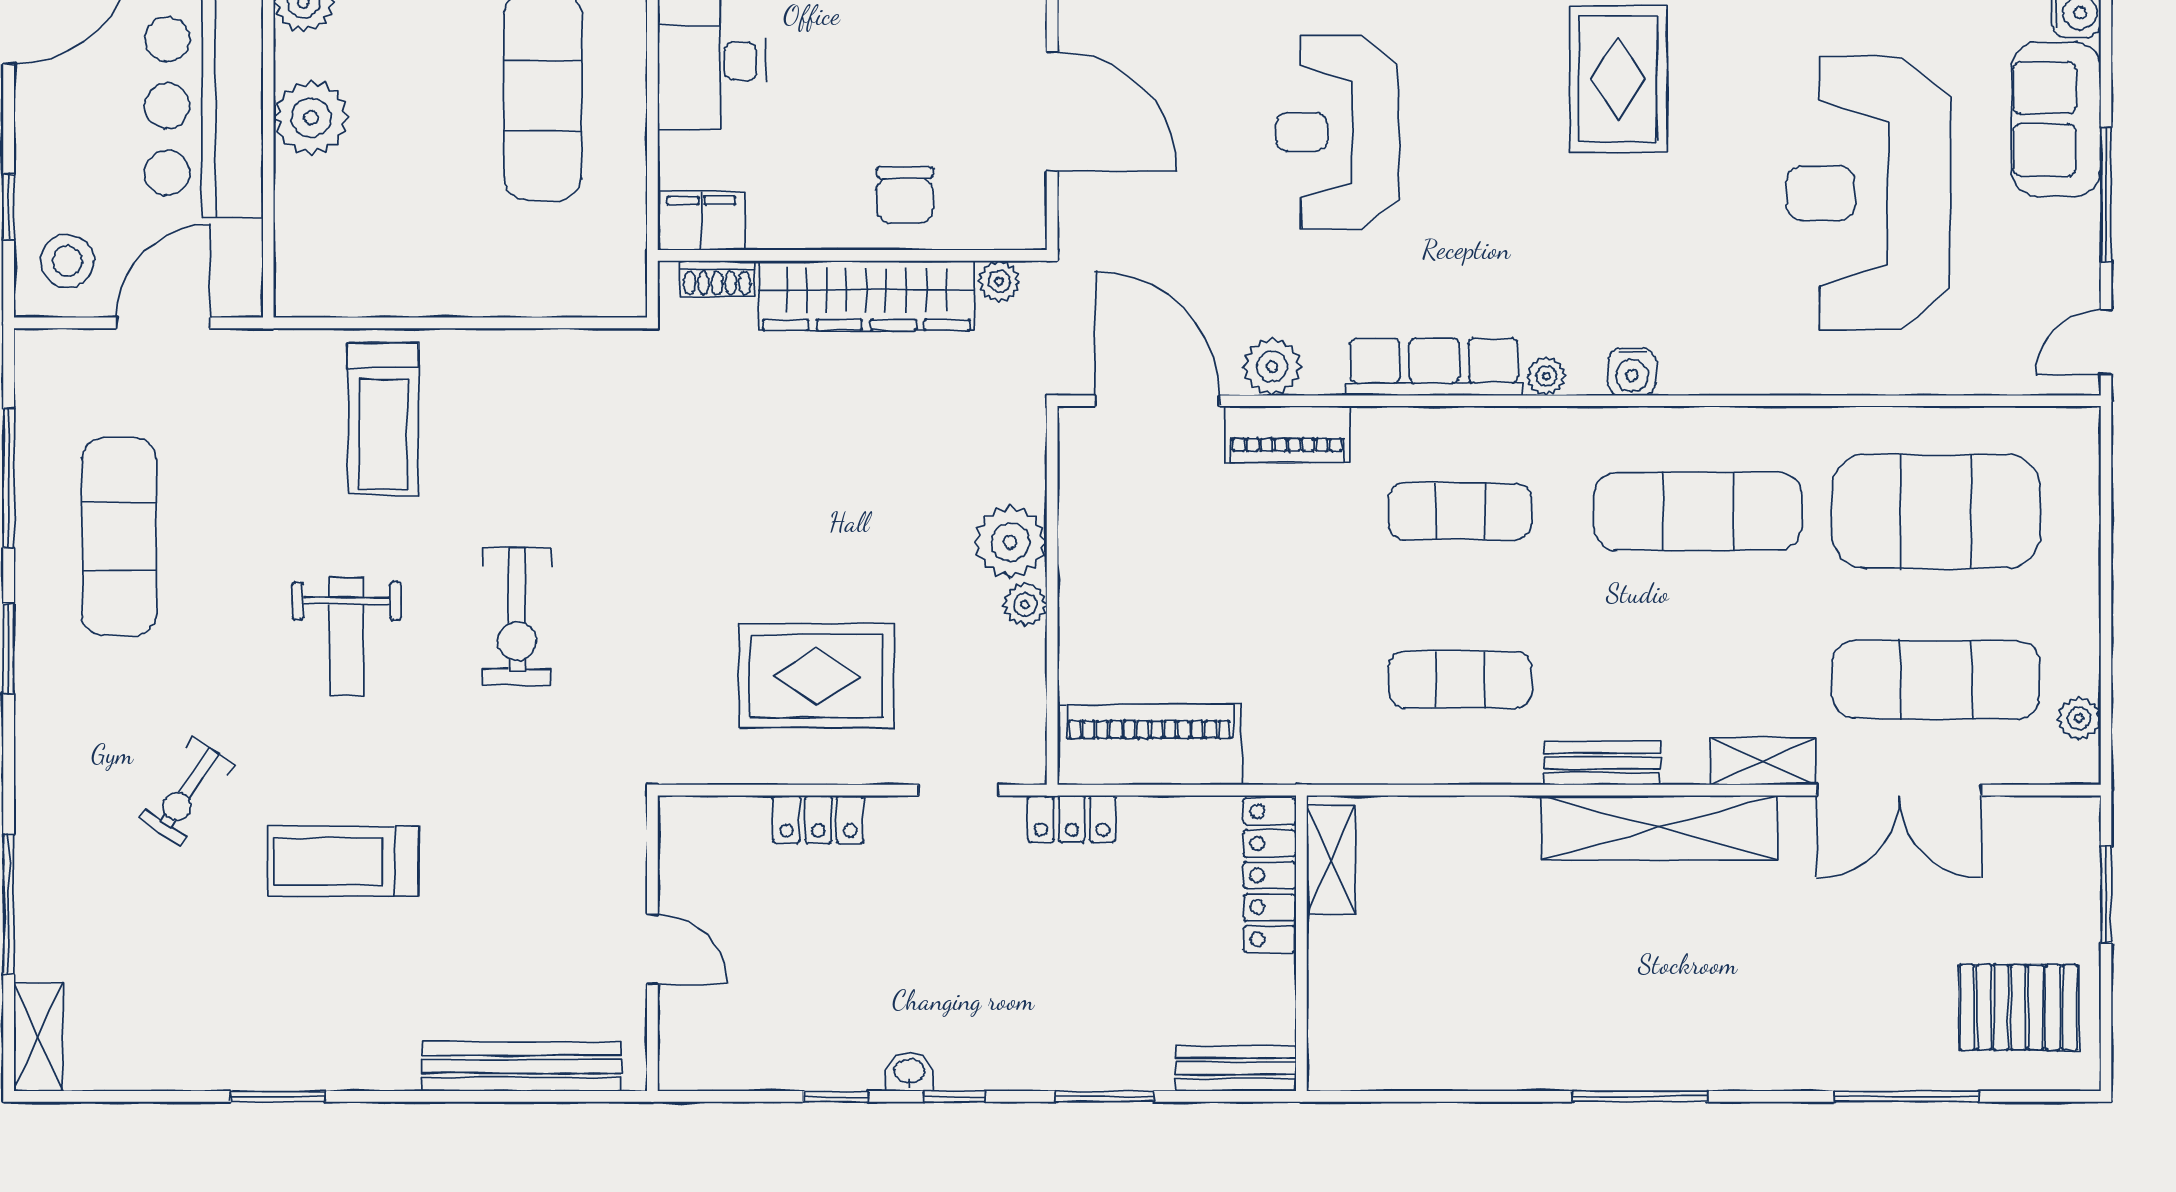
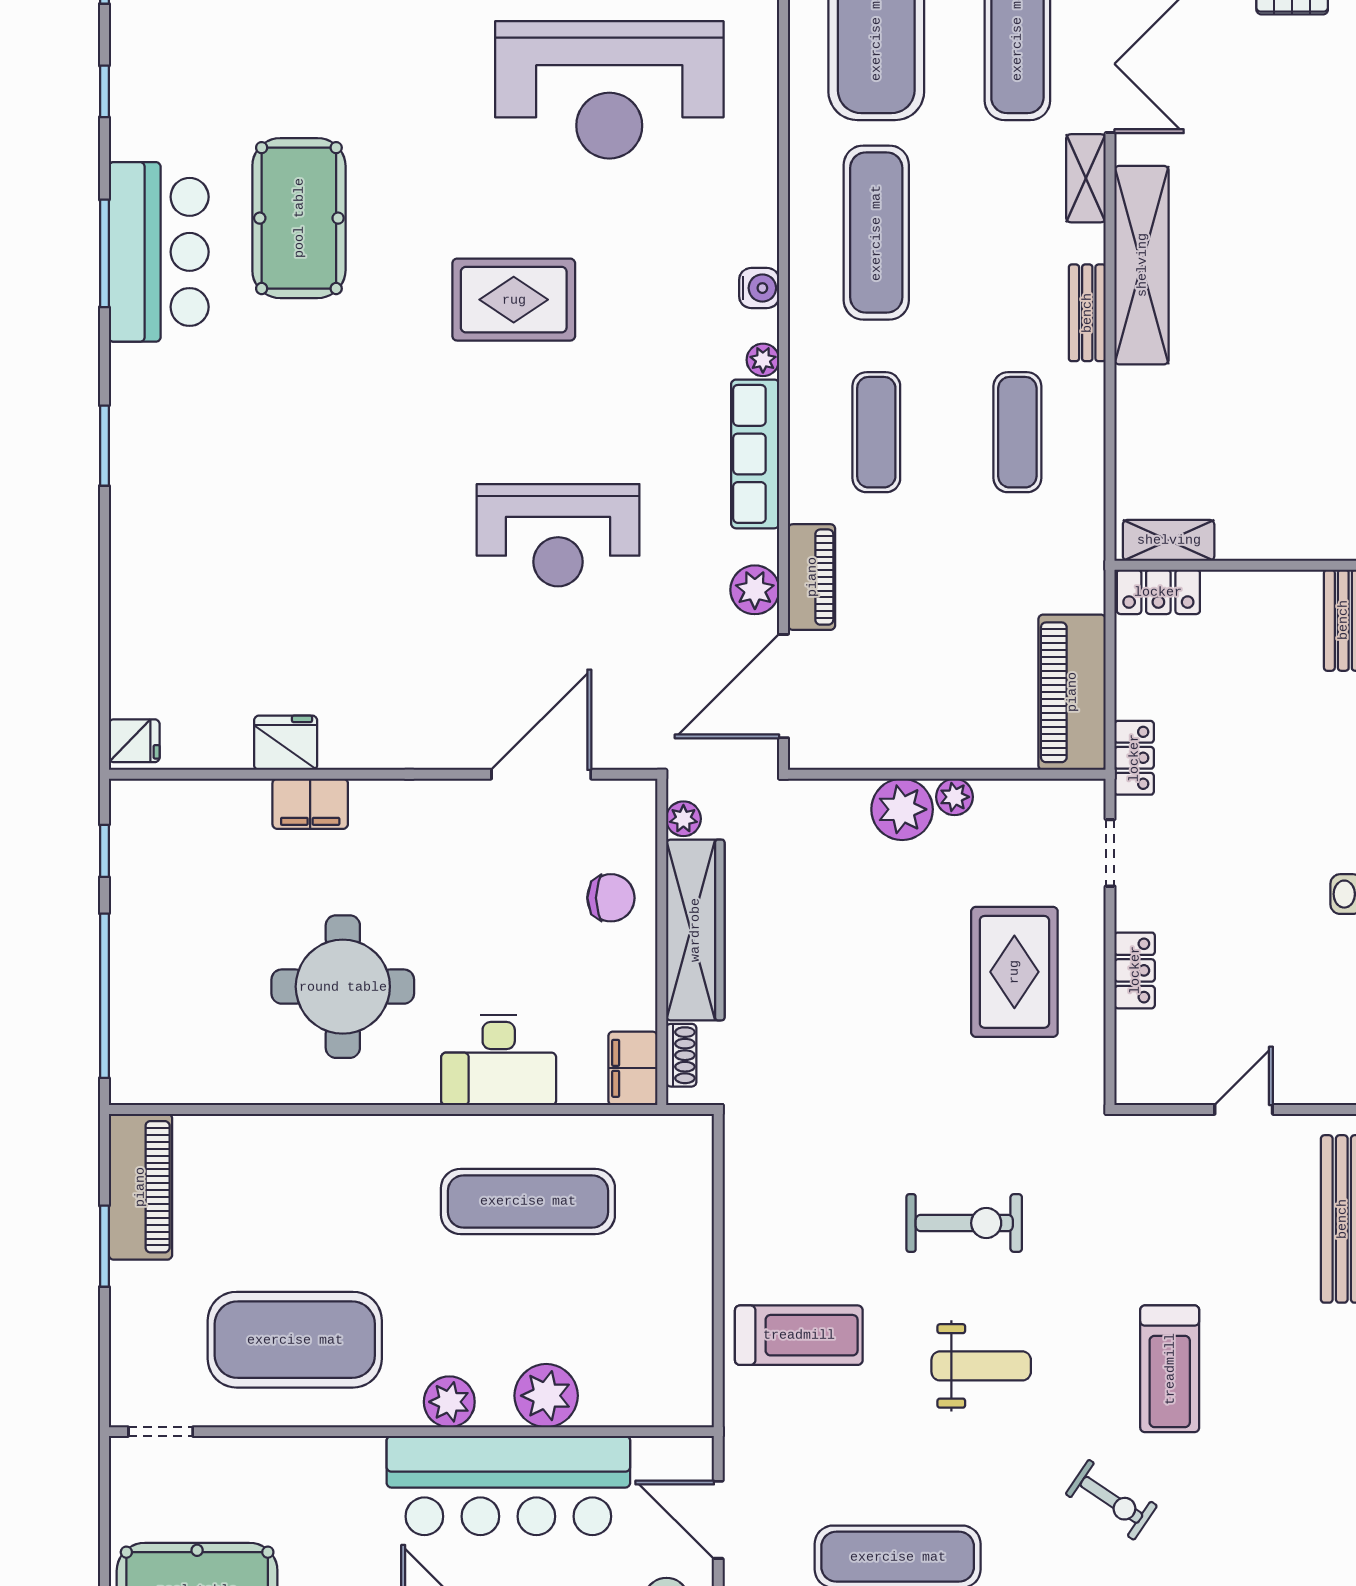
locker: (1270, 875) -> (1158, 592), width x0.66

